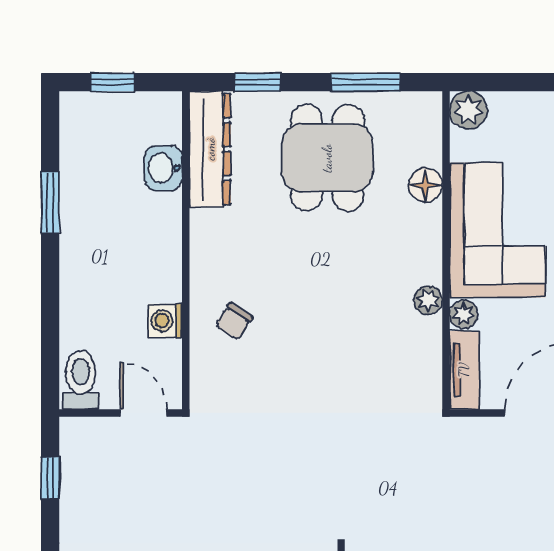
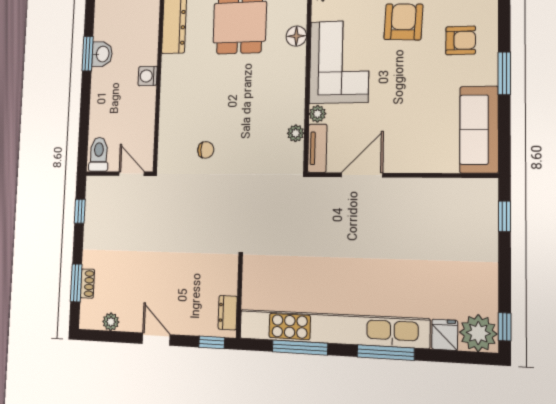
washbasin: (163, 168) -> (102, 54), moved, turned 180
plant: (428, 300) -> (296, 133), moved
washing machine: (165, 321) -> (148, 76), moved
chair: (234, 322) -> (206, 150), moved, turned -123

